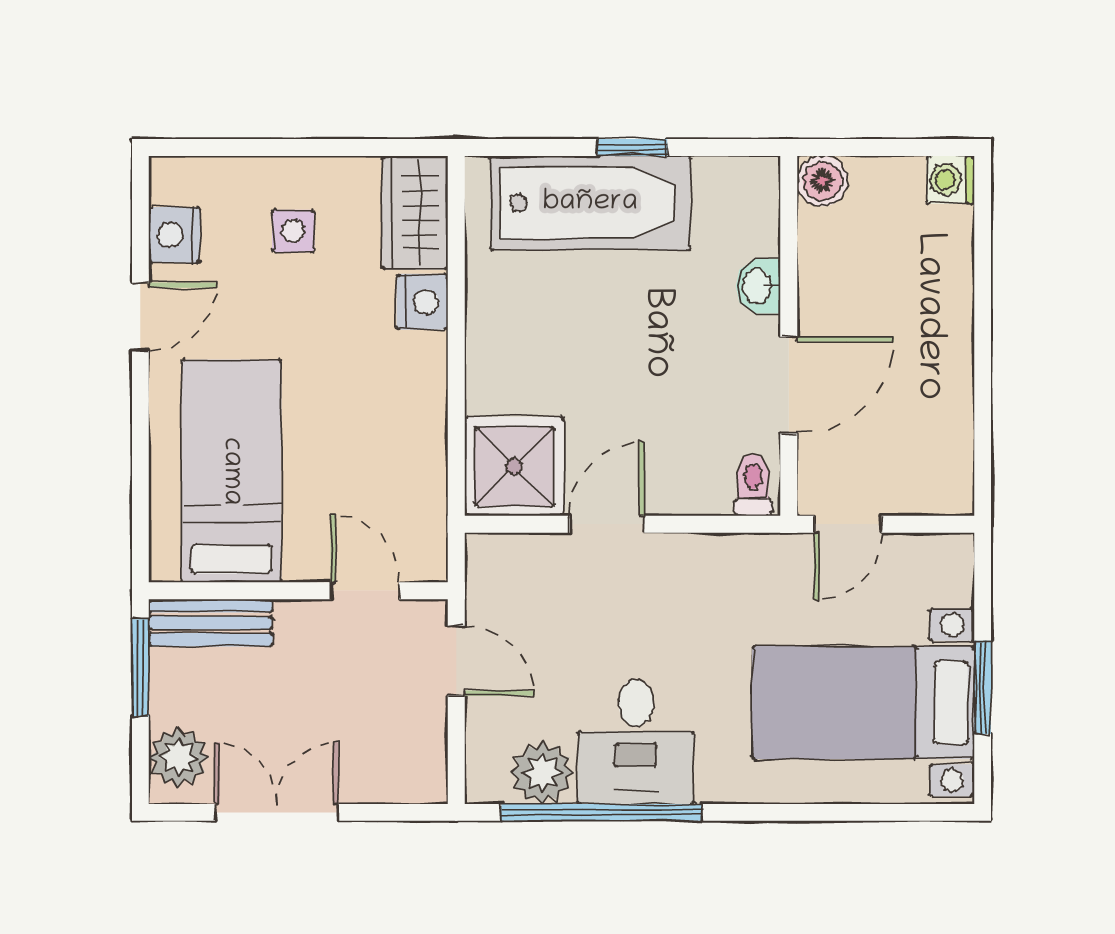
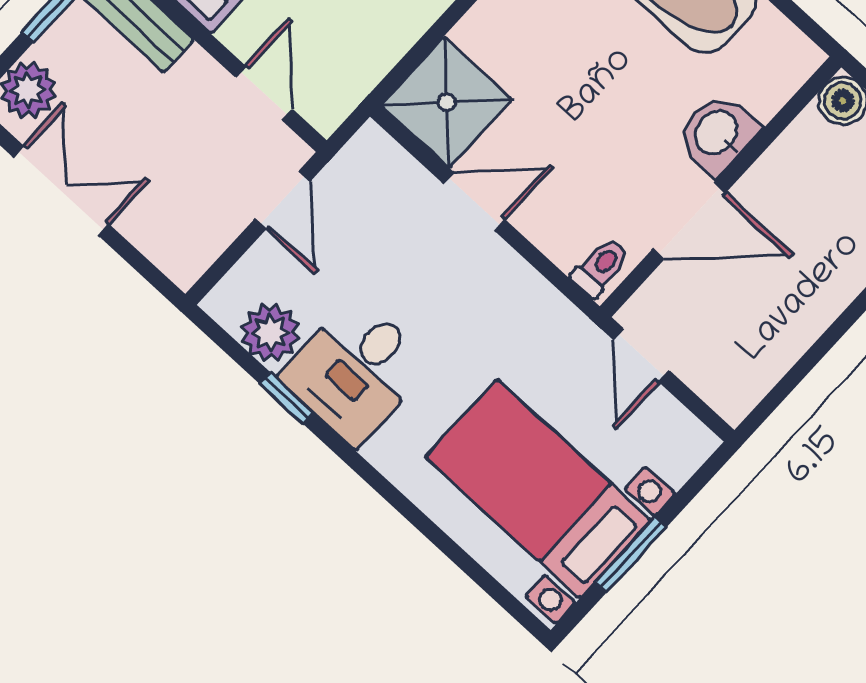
washbasin: (758, 286) -> (718, 134), width x1.38, depth x1.45
door: (848, 524) -> (641, 355), hinge flipped
window: (602, 812) -> (287, 398), width x0.32

